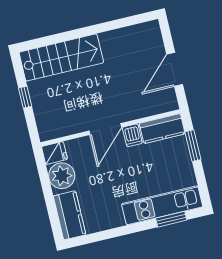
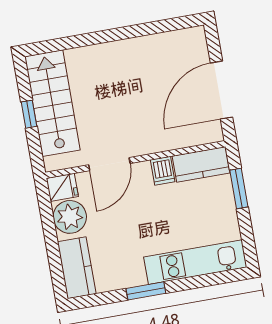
stairs: (61, 57) -> (52, 103), moved, turned -90
door: (175, 69) -> (222, 90), width x1.36
door: (105, 129) -> (109, 164), moved
window: (171, 219) -> (146, 291), moved

